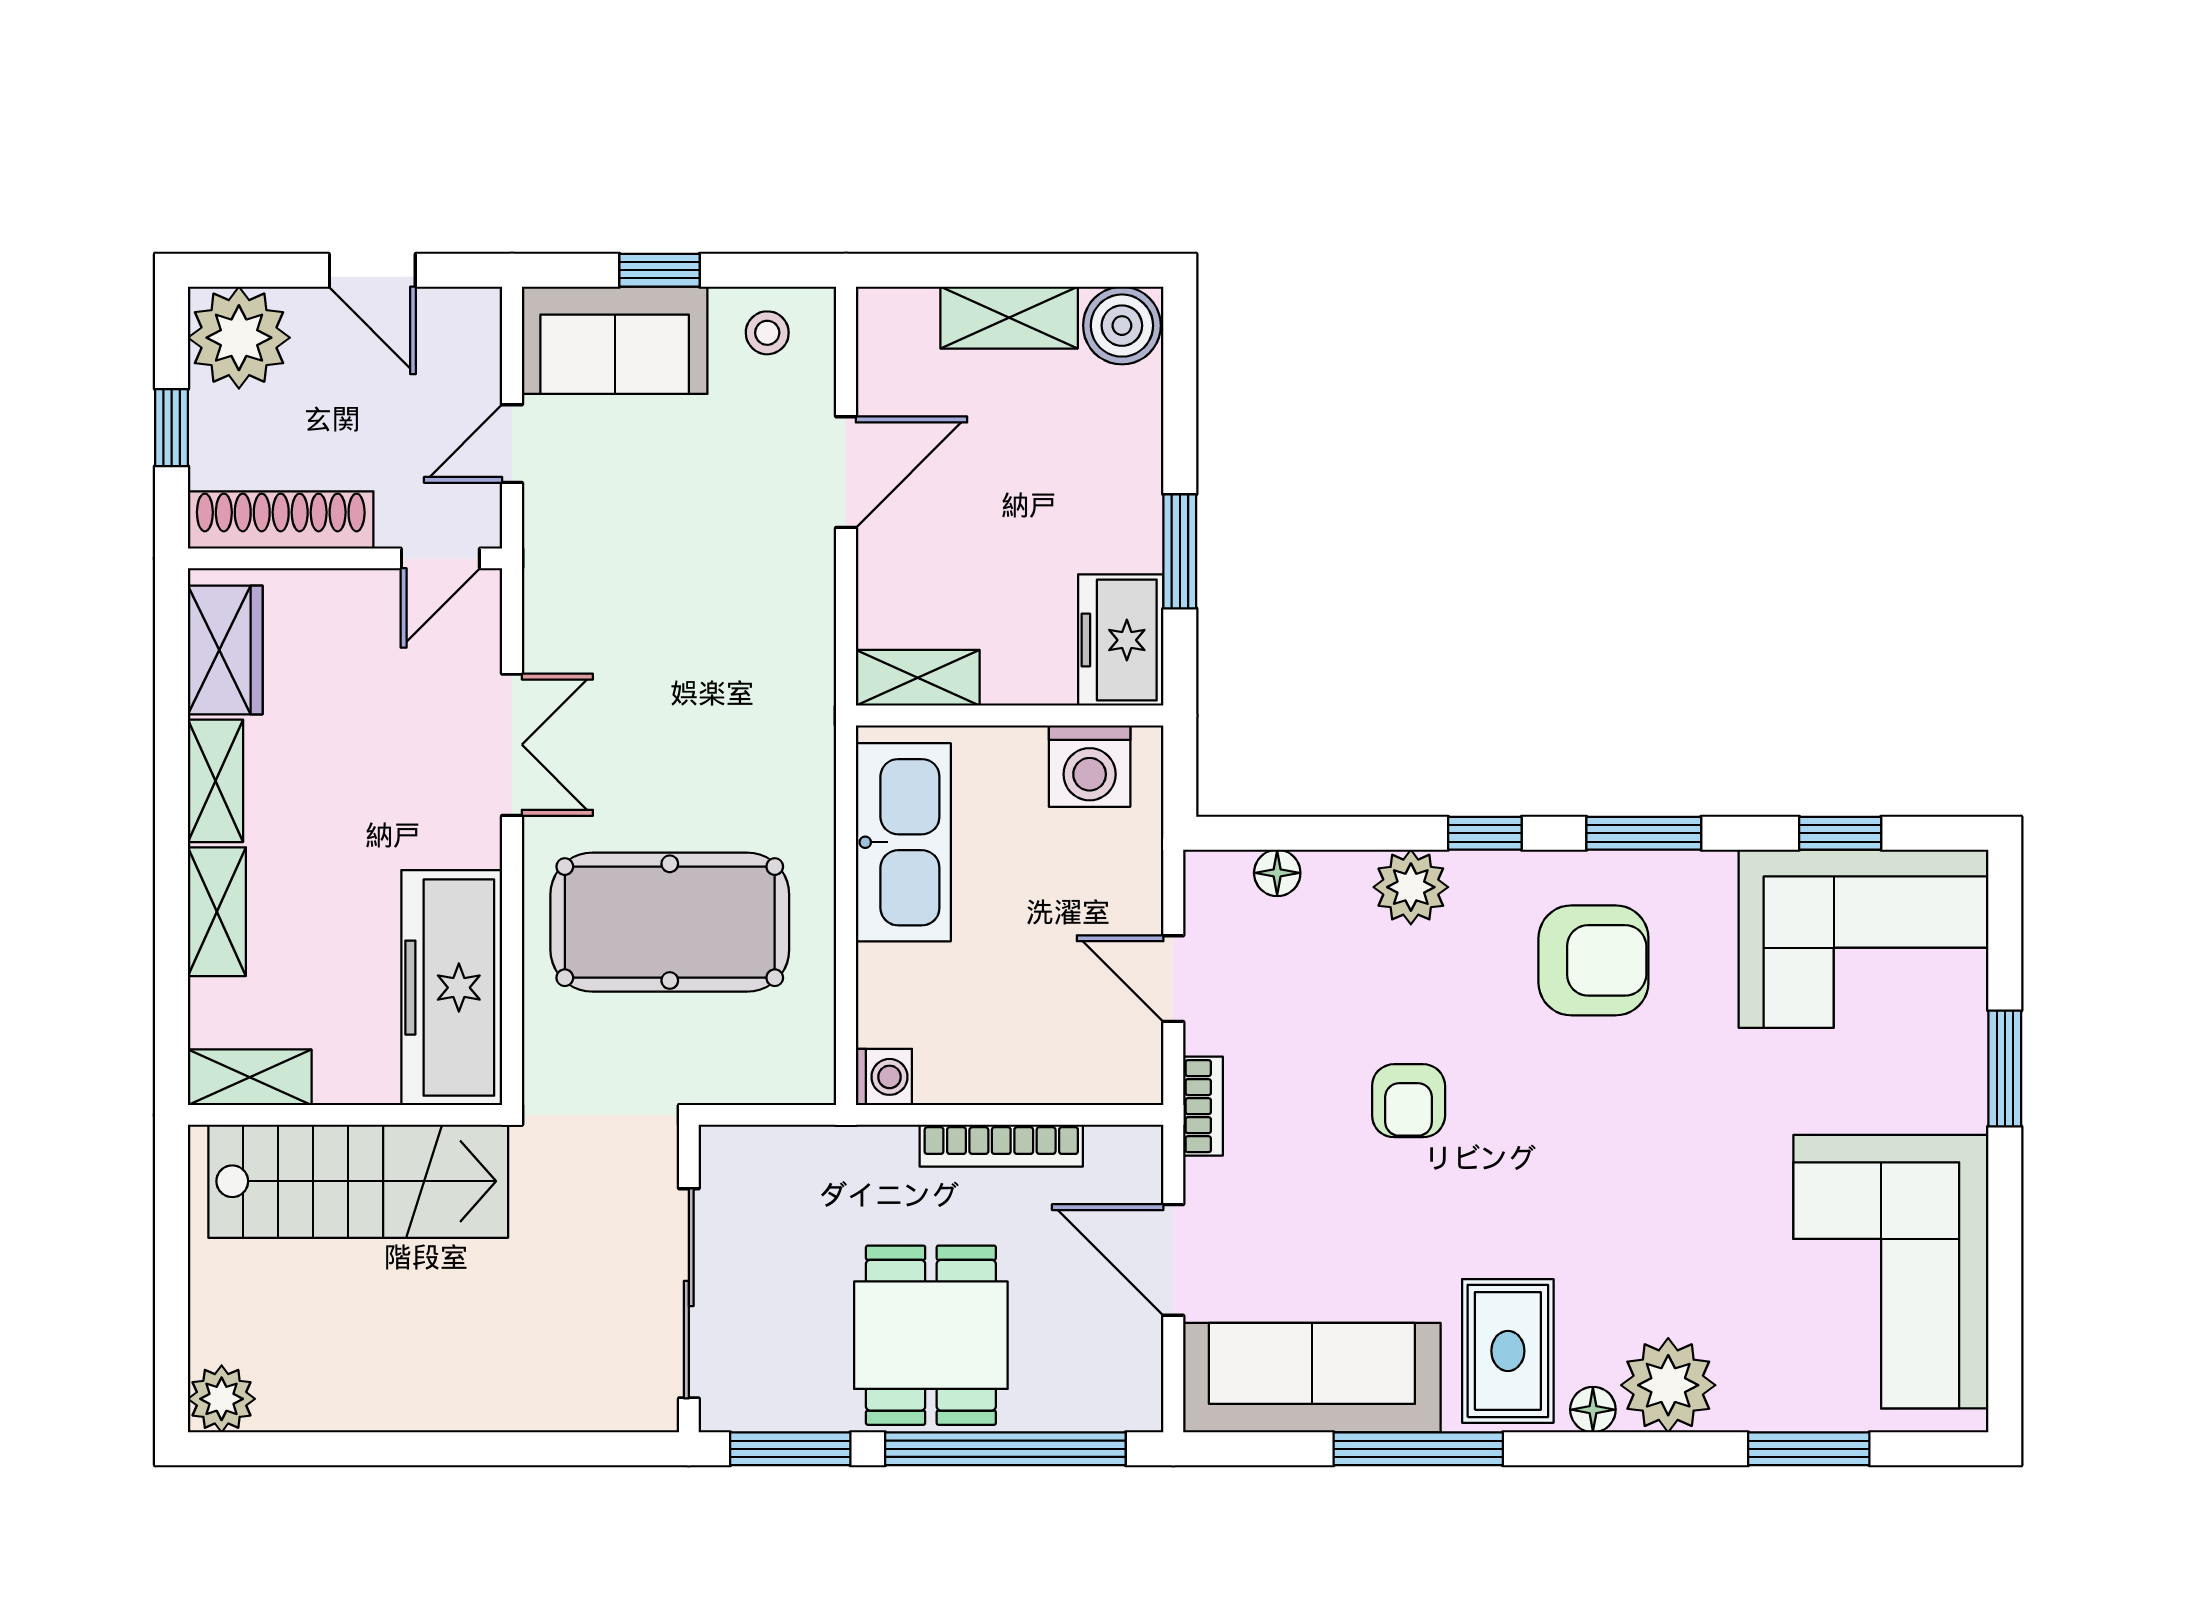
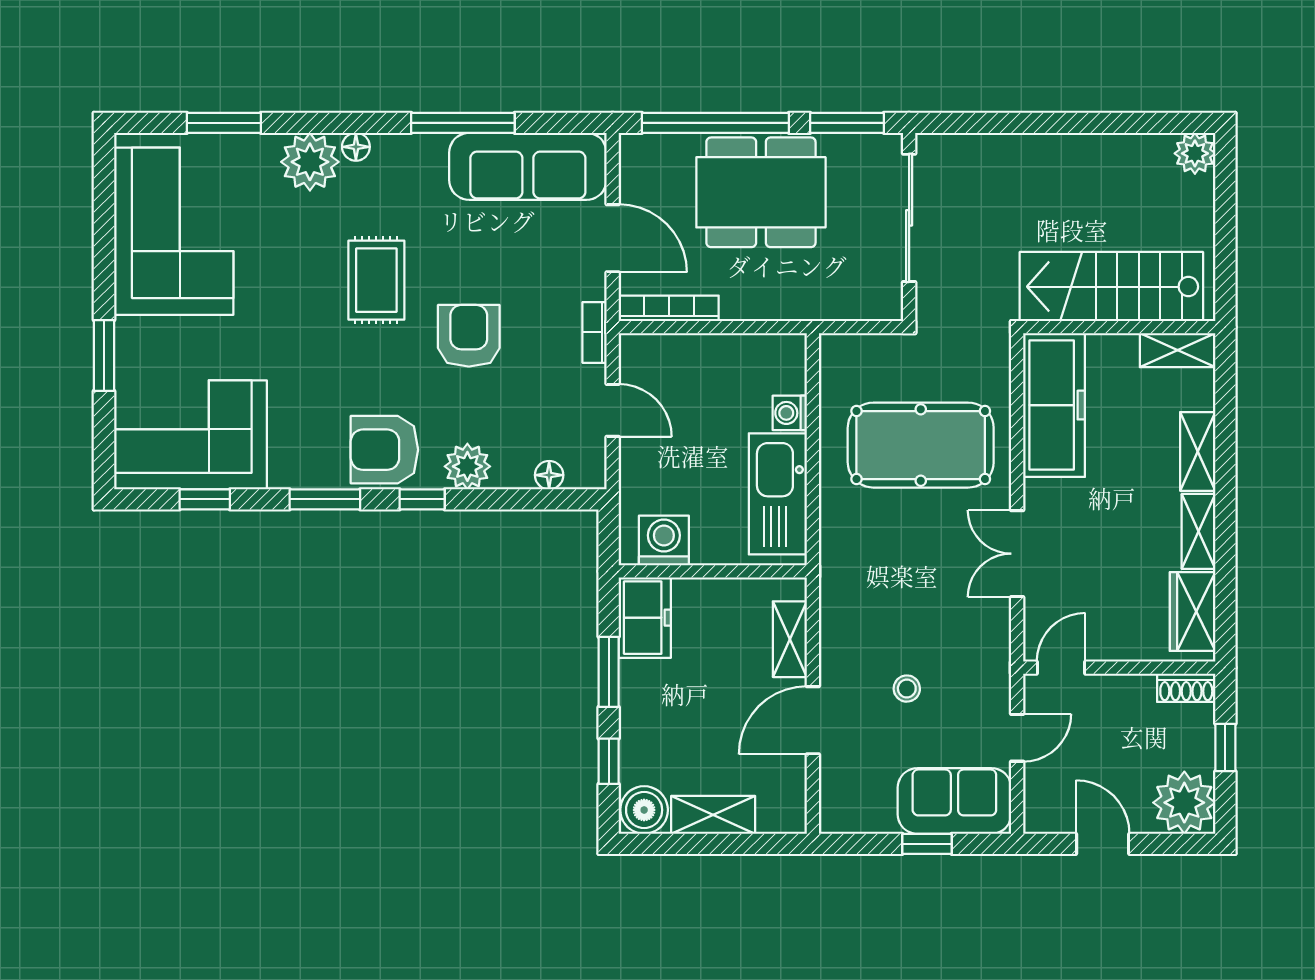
stool: (767, 333) -> (907, 689), moved
window: (1180, 405) -> (609, 761), added
shoe rack: (281, 520) -> (1186, 688), width x0.51, depth x0.81
shelving: (918, 678) -> (790, 639), moved, turned 90
armchair: (1593, 960) -> (384, 450), moved
washing machine: (884, 1077) -> (790, 413), moved
armchair: (1409, 1101) -> (469, 336), width x1.38, depth x1.38
bookcase: (1001, 1146) -> (669, 308), moved
dining table: (931, 1335) -> (761, 192), width x1.38
rug: (1508, 1351) -> (376, 280), moved

